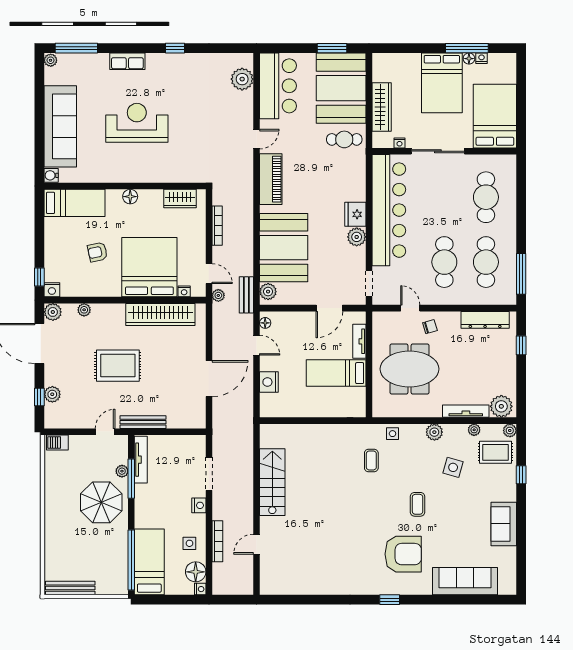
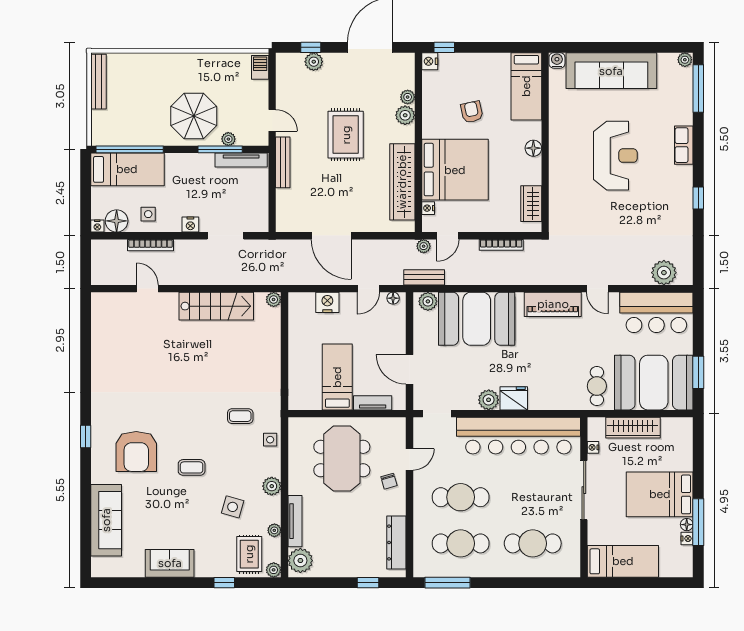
bed: (495, 116) -> (623, 561), width x0.67
plant: (53, 312) -> (405, 115), moved
plant: (266, 430) -> (274, 300), added

